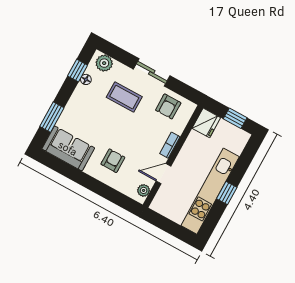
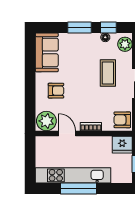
armchair: (168, 106) -> (122, 120), moved
window: (52, 117) -> (79, 27), moved
plant: (144, 190) -> (46, 121), width x1.88, depth x1.88
window: (227, 193) -> (78, 188), width x2.17

